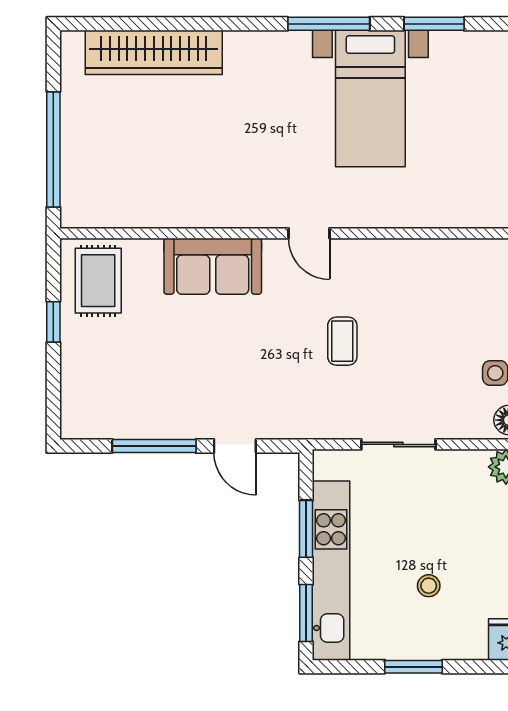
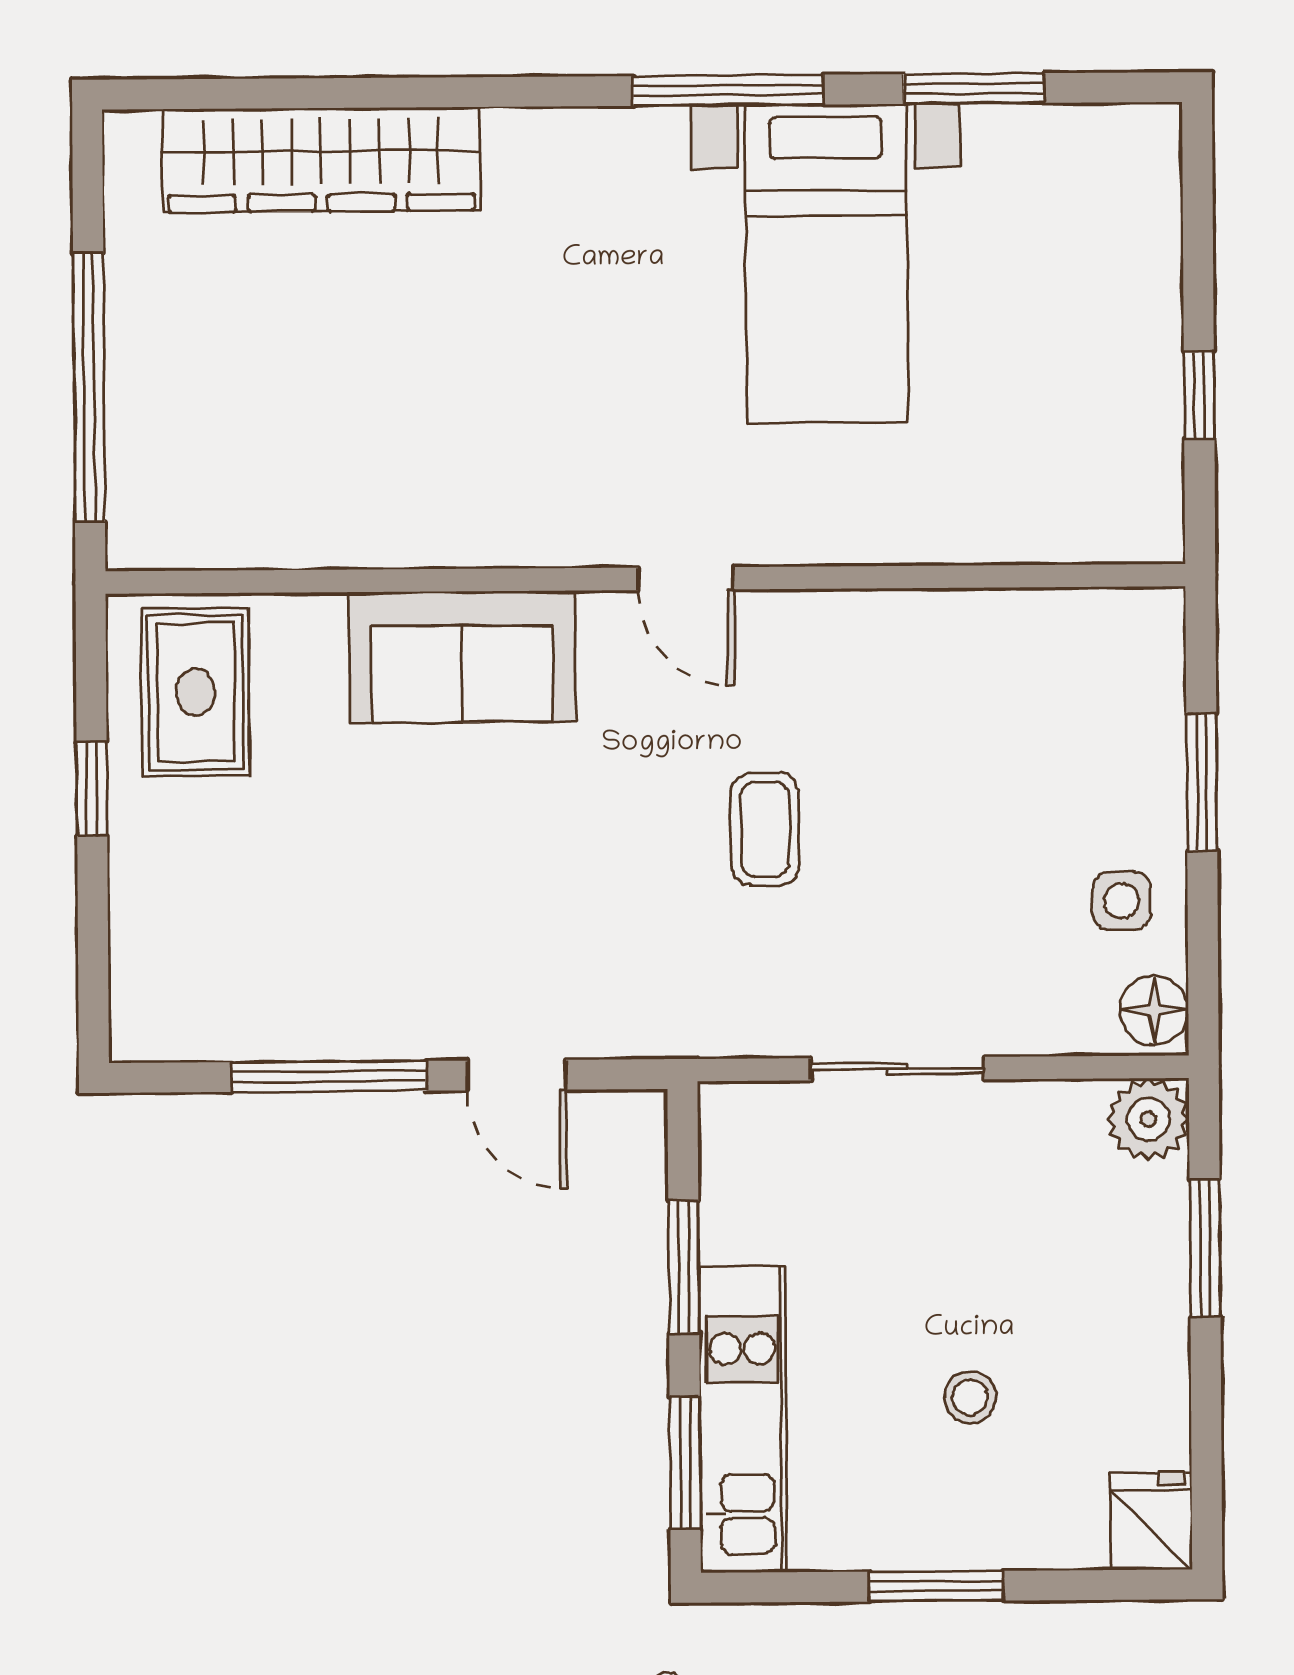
kitchen unit: (331, 571) -> (743, 1419), width x0.73

